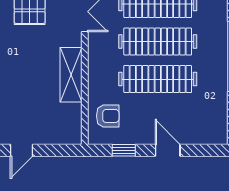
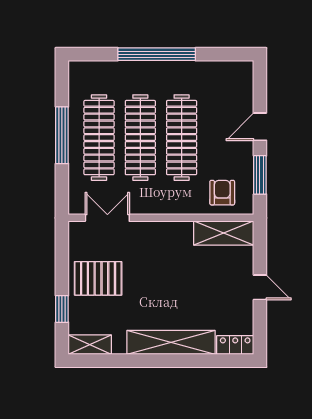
shelving: (71, 75) -> (224, 233), moved
window: (124, 150) -> (260, 175), width x1.50

